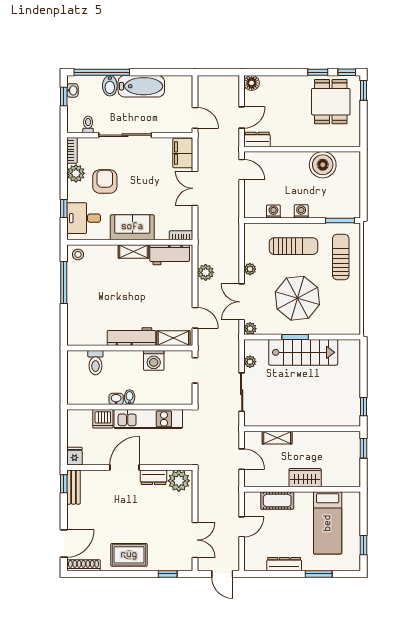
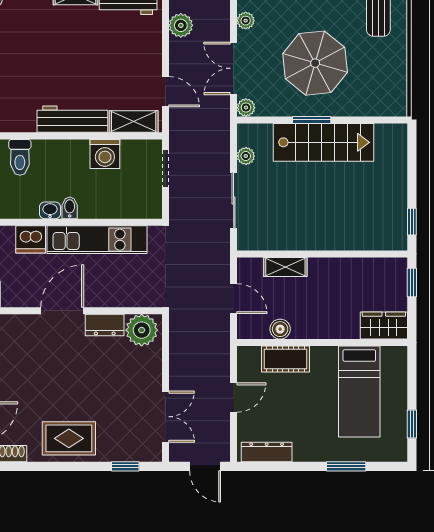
wardrobe: (305, 478) -> (384, 326), moved
boiler: (273, 480) -> (280, 329), added
dresser: (284, 564) -> (267, 452), moved

